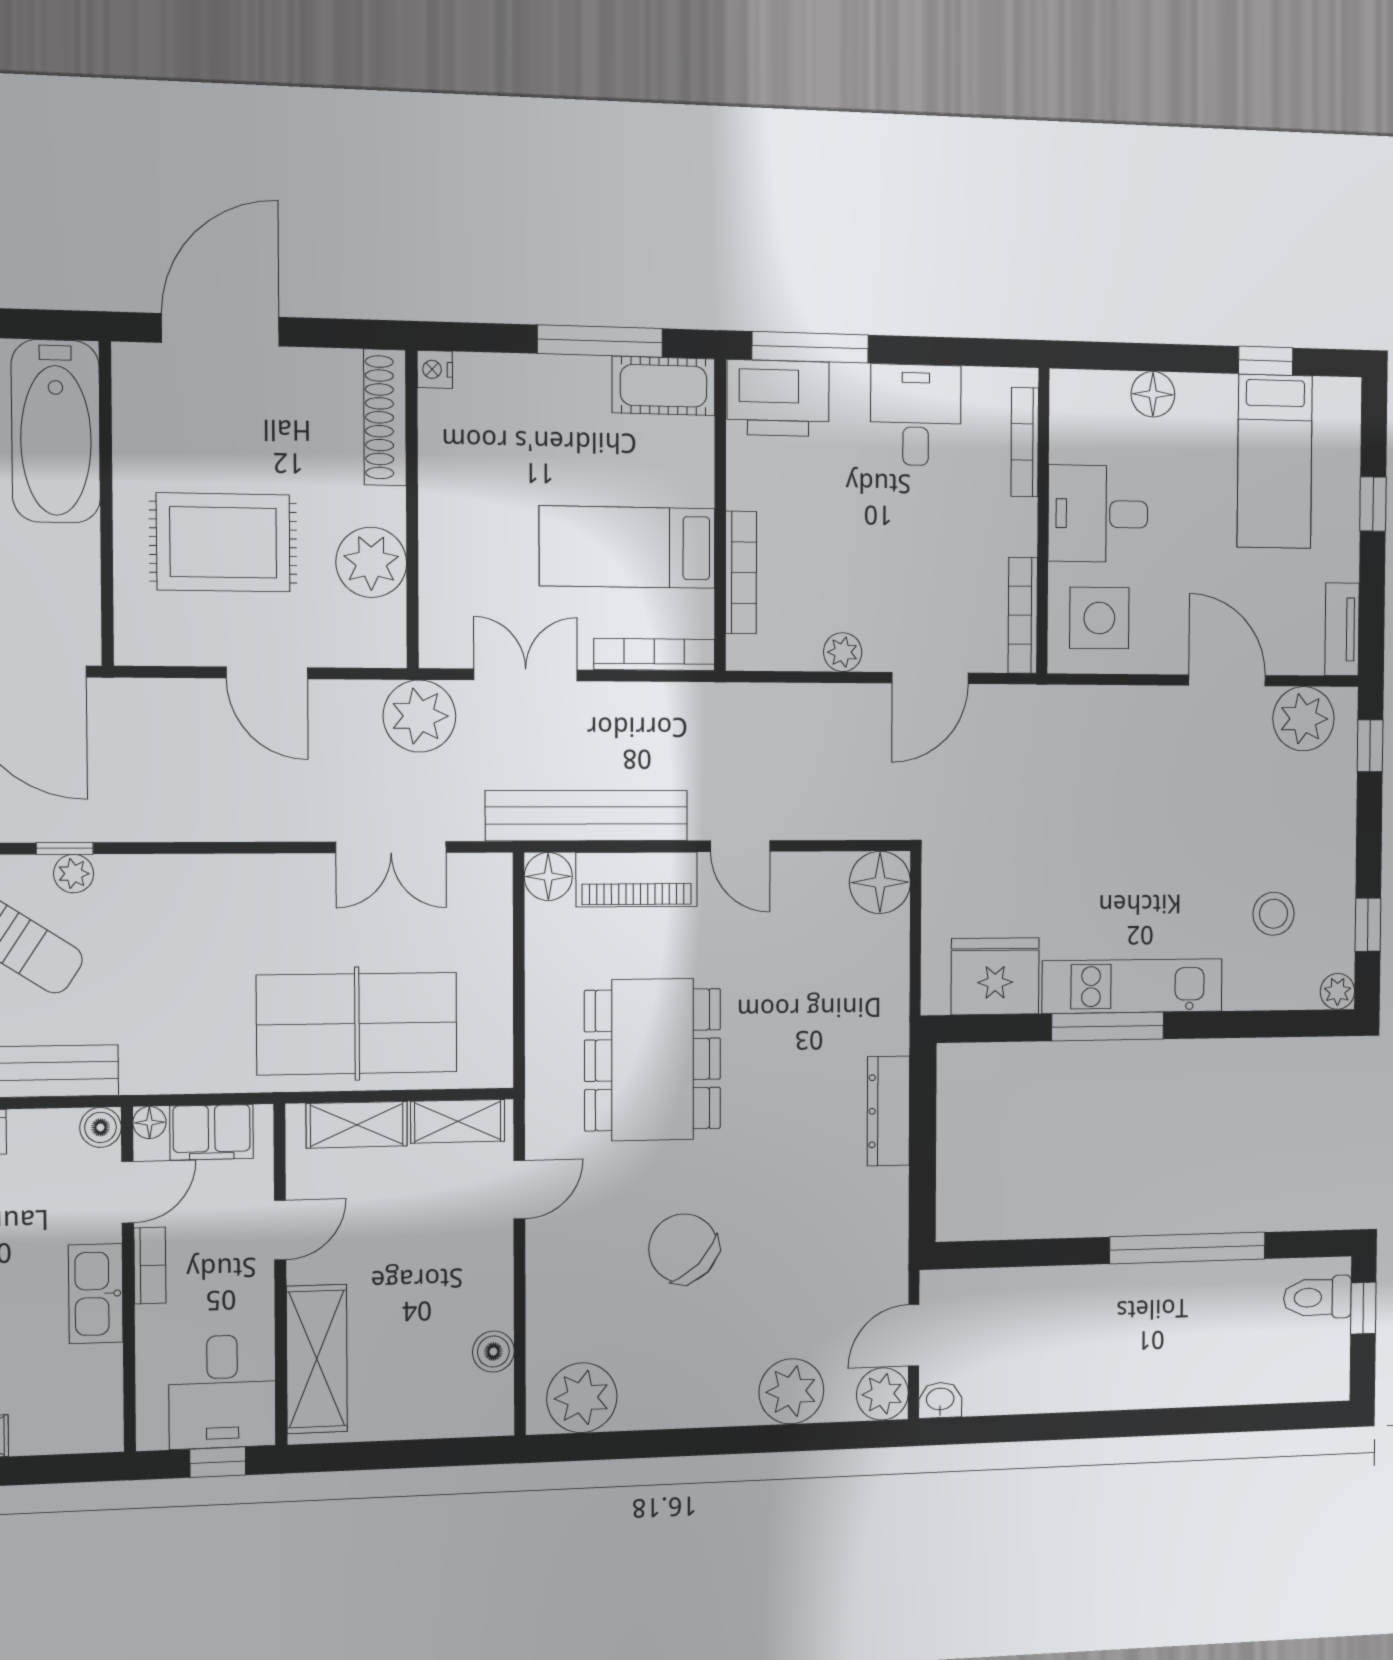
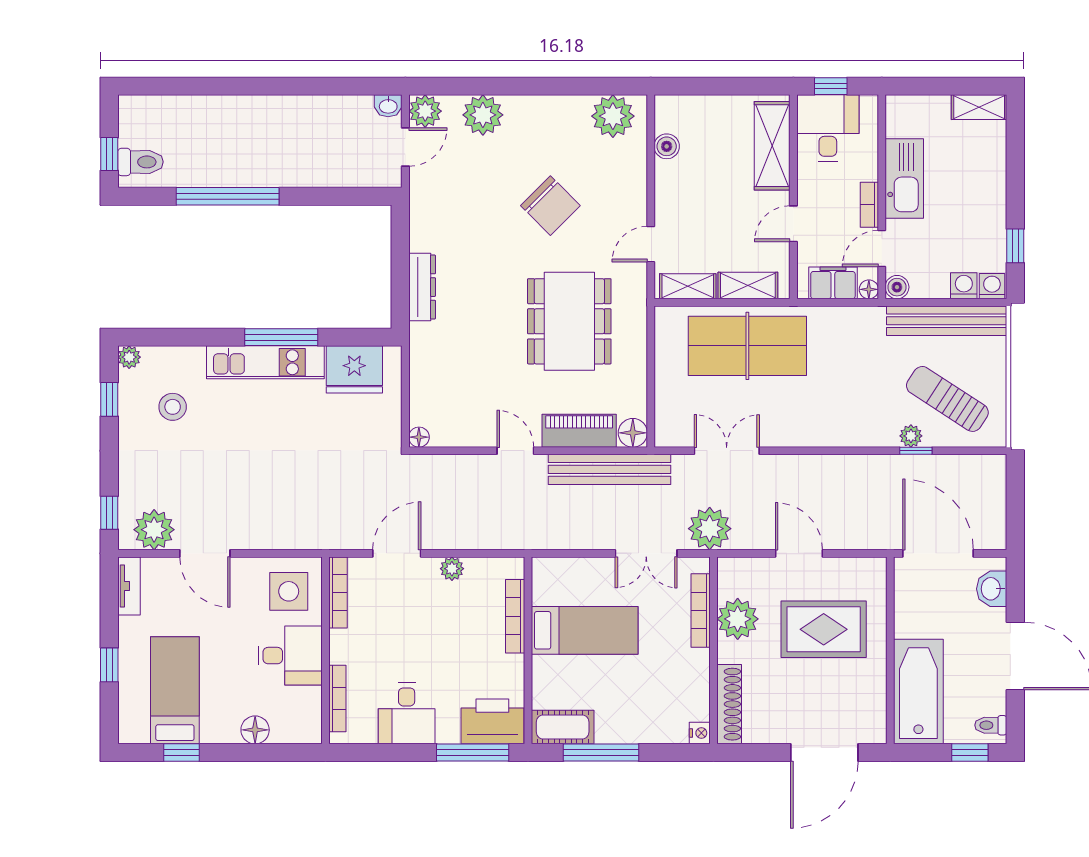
bookcase: (654, 654) -> (701, 610), moved, turned 90
floor lamp: (880, 882) -> (419, 437), width x0.53, depth x0.53
kitchen sink: (96, 1294) -> (904, 179), width x1.36, depth x1.24

